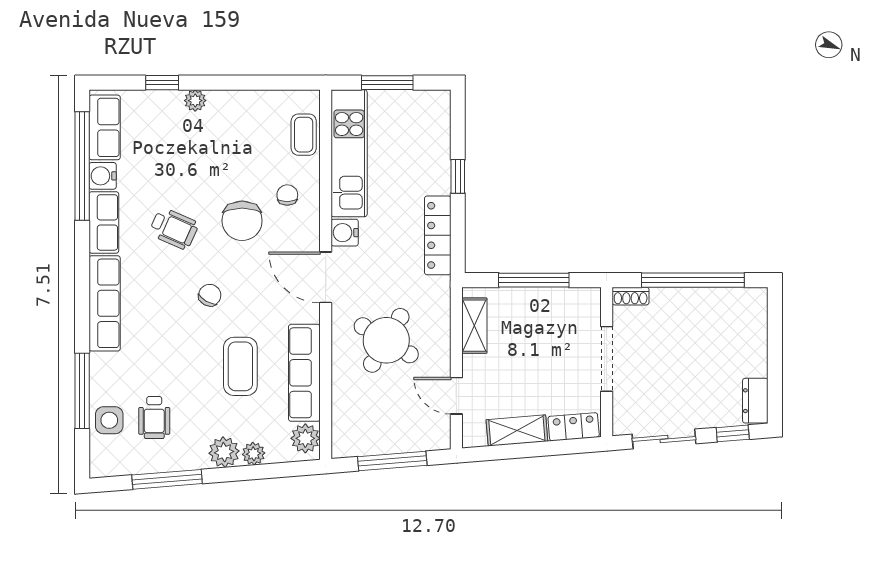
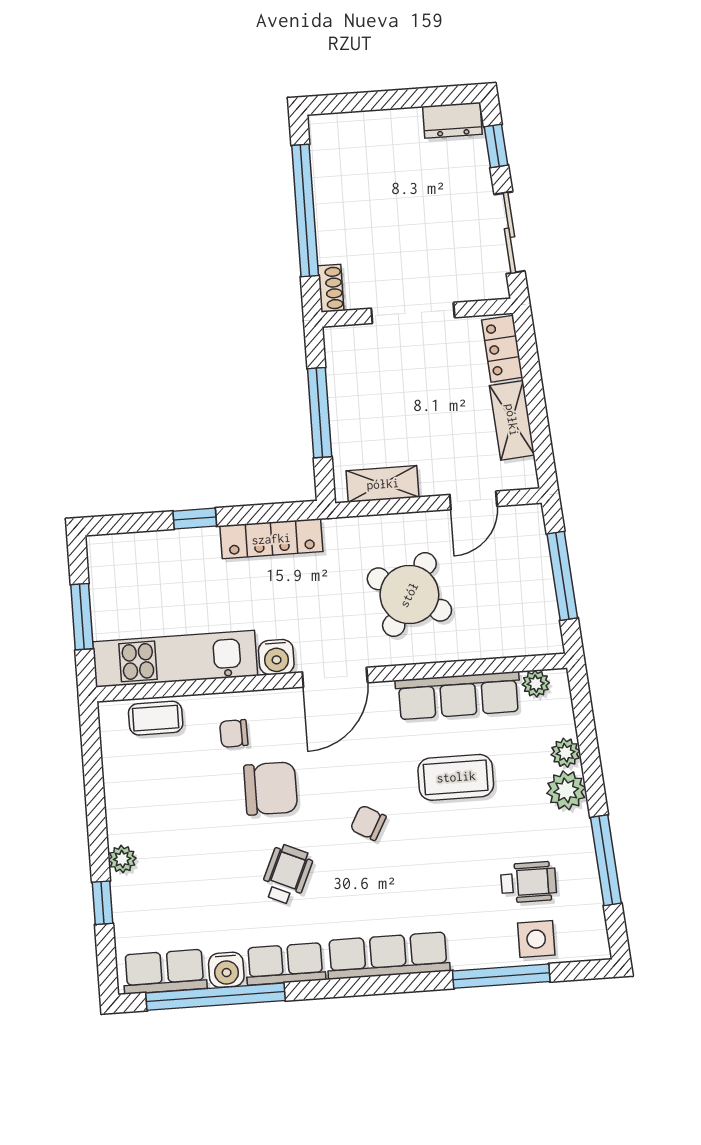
plant: (305, 438) -> (536, 684), width x0.73, depth x0.73

